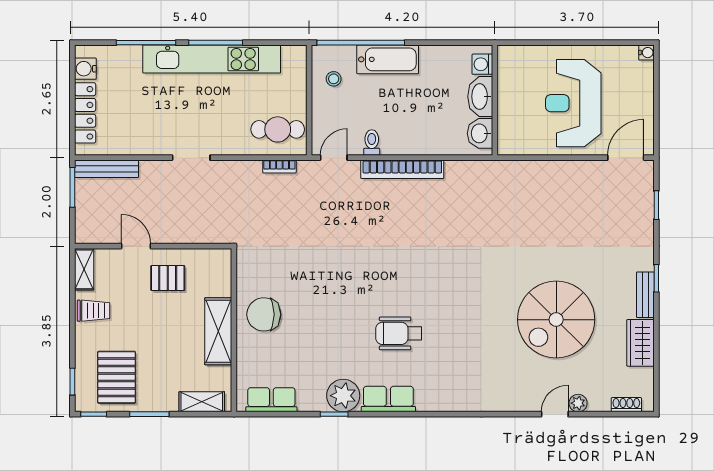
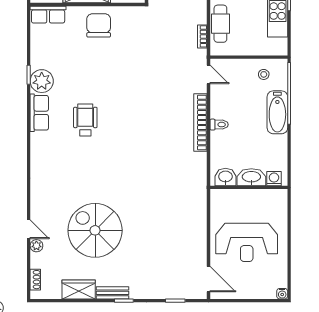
reception desk: (573, 103) -> (247, 242), turned 180
cafe table: (278, 129) -> (220, 24), moved
toilet: (372, 143) -> (219, 125), moved
row of seats: (271, 400) -> (48, 15), moved, turned 90

